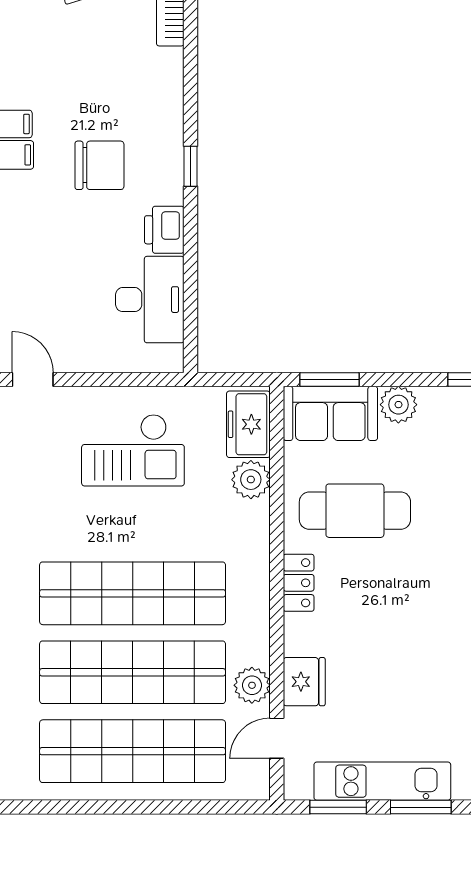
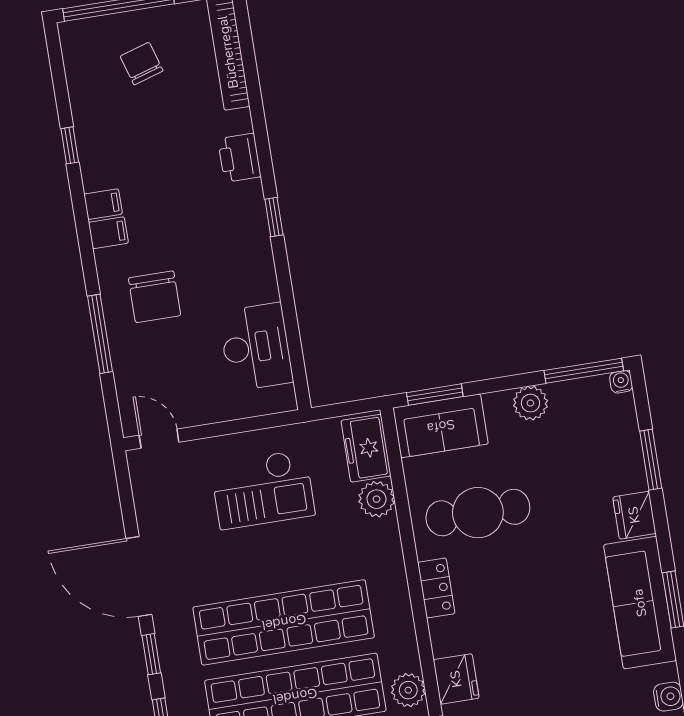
chair: (99, 165) -> (155, 297), moved, turned 90
printer: (164, 230) -> (239, 158), moved
plant: (398, 405) -> (530, 403), moved

